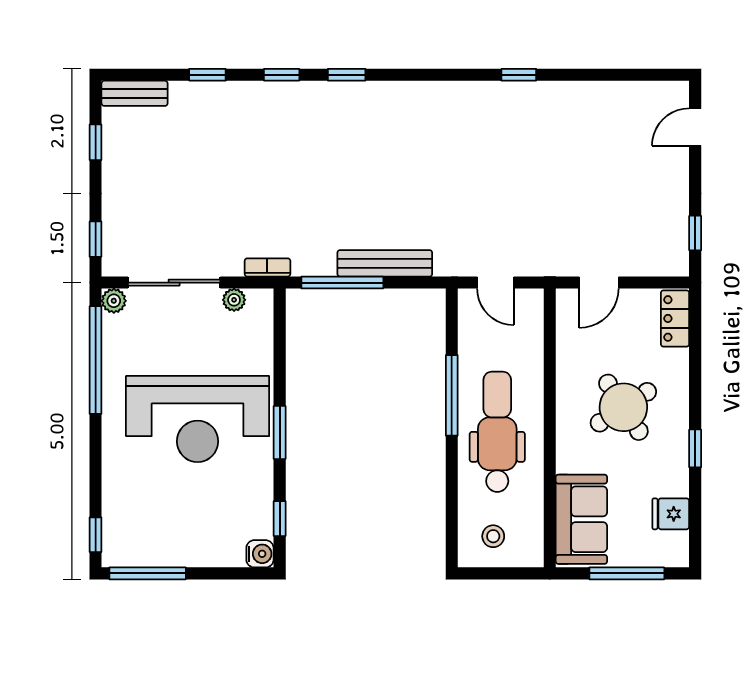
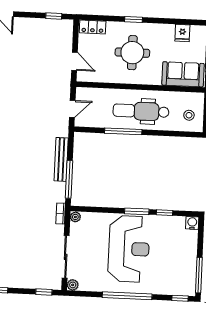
plant: (234, 300) -> (75, 217), moved
window: (96, 360) -> (127, 296), moved
round table: (623, 407) -> (132, 53), turned 33
window: (695, 448) -> (133, 20), moved
window: (280, 519) -> (165, 213), moved

